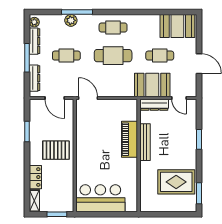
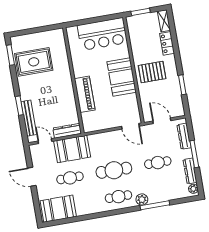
plant: (71, 20) -> (142, 199), moved
bench: (145, 142) -> (29, 118), moved
booth: (88, 150) -> (122, 77), added

